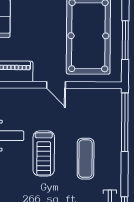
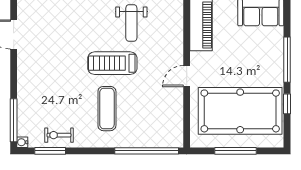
exercise mat: (86, 159) -> (107, 109), turned 90

